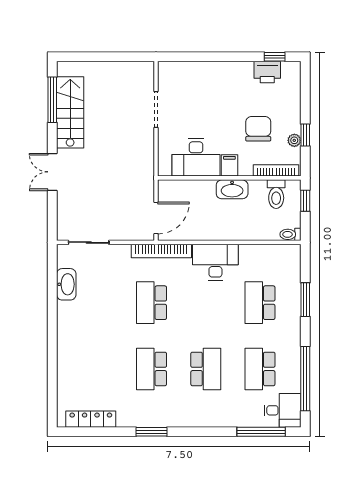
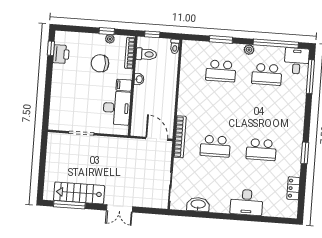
washbasin: (232, 189) -> (139, 79), width x0.52, depth x0.69
desk: (215, 262) -> (247, 202), moved, turned -90
plant: (294, 341) -> (249, 50), added
school desk: (206, 369) -> (264, 112), removed
locker: (91, 419) -> (293, 188), width x0.66

